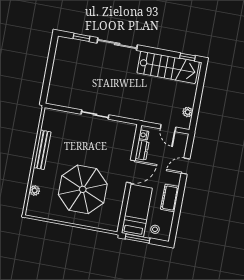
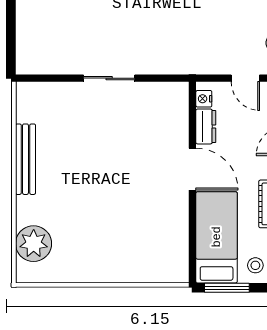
door: (131, 171) -> (192, 169), hinge flipped
parasol: (83, 189) -> (112, 217), removed
plant: (35, 190) -> (34, 244), width x1.88, depth x1.88

